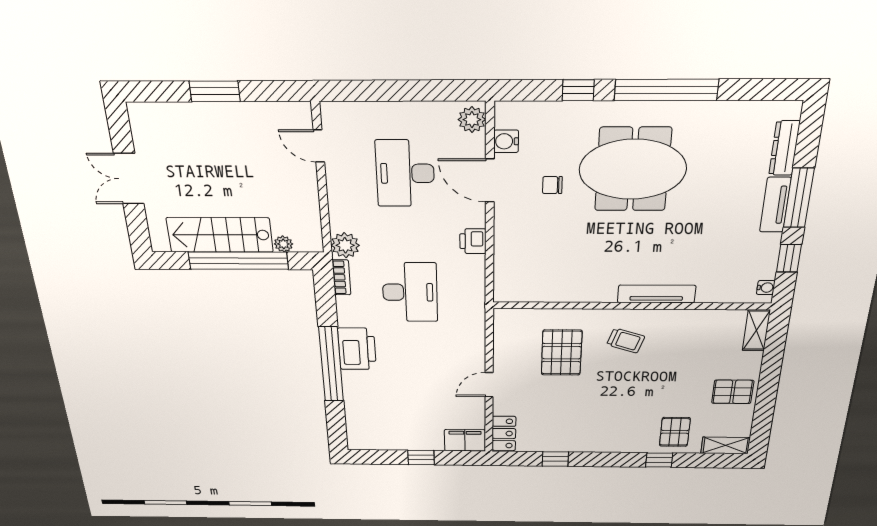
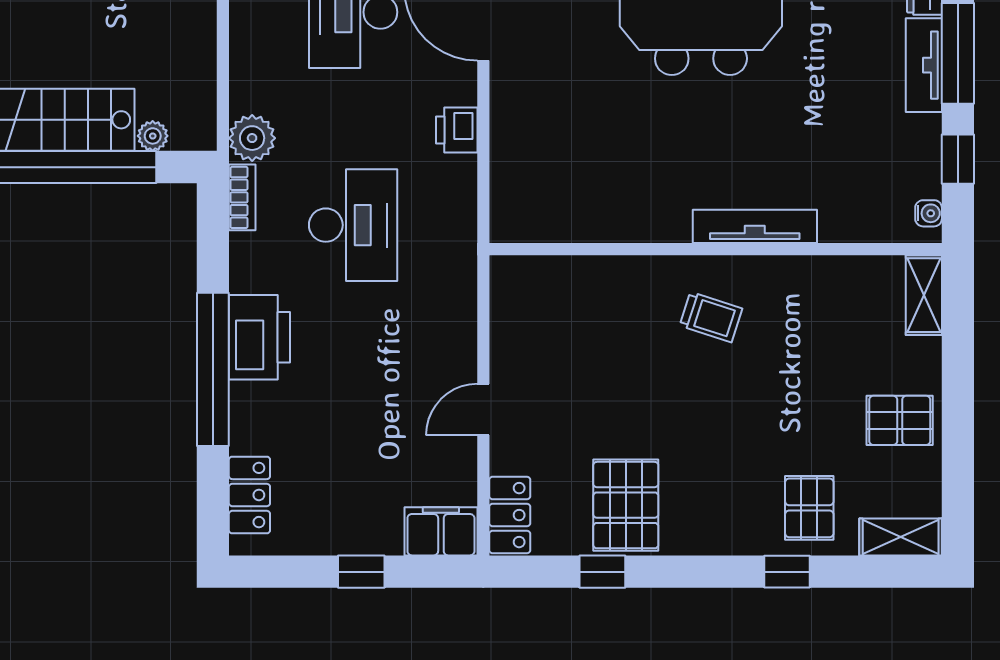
chair: (552, 185) -> (580, 32), removed
pallet: (562, 353) -> (626, 505), moved
locker: (357, 423) -> (249, 495), added

